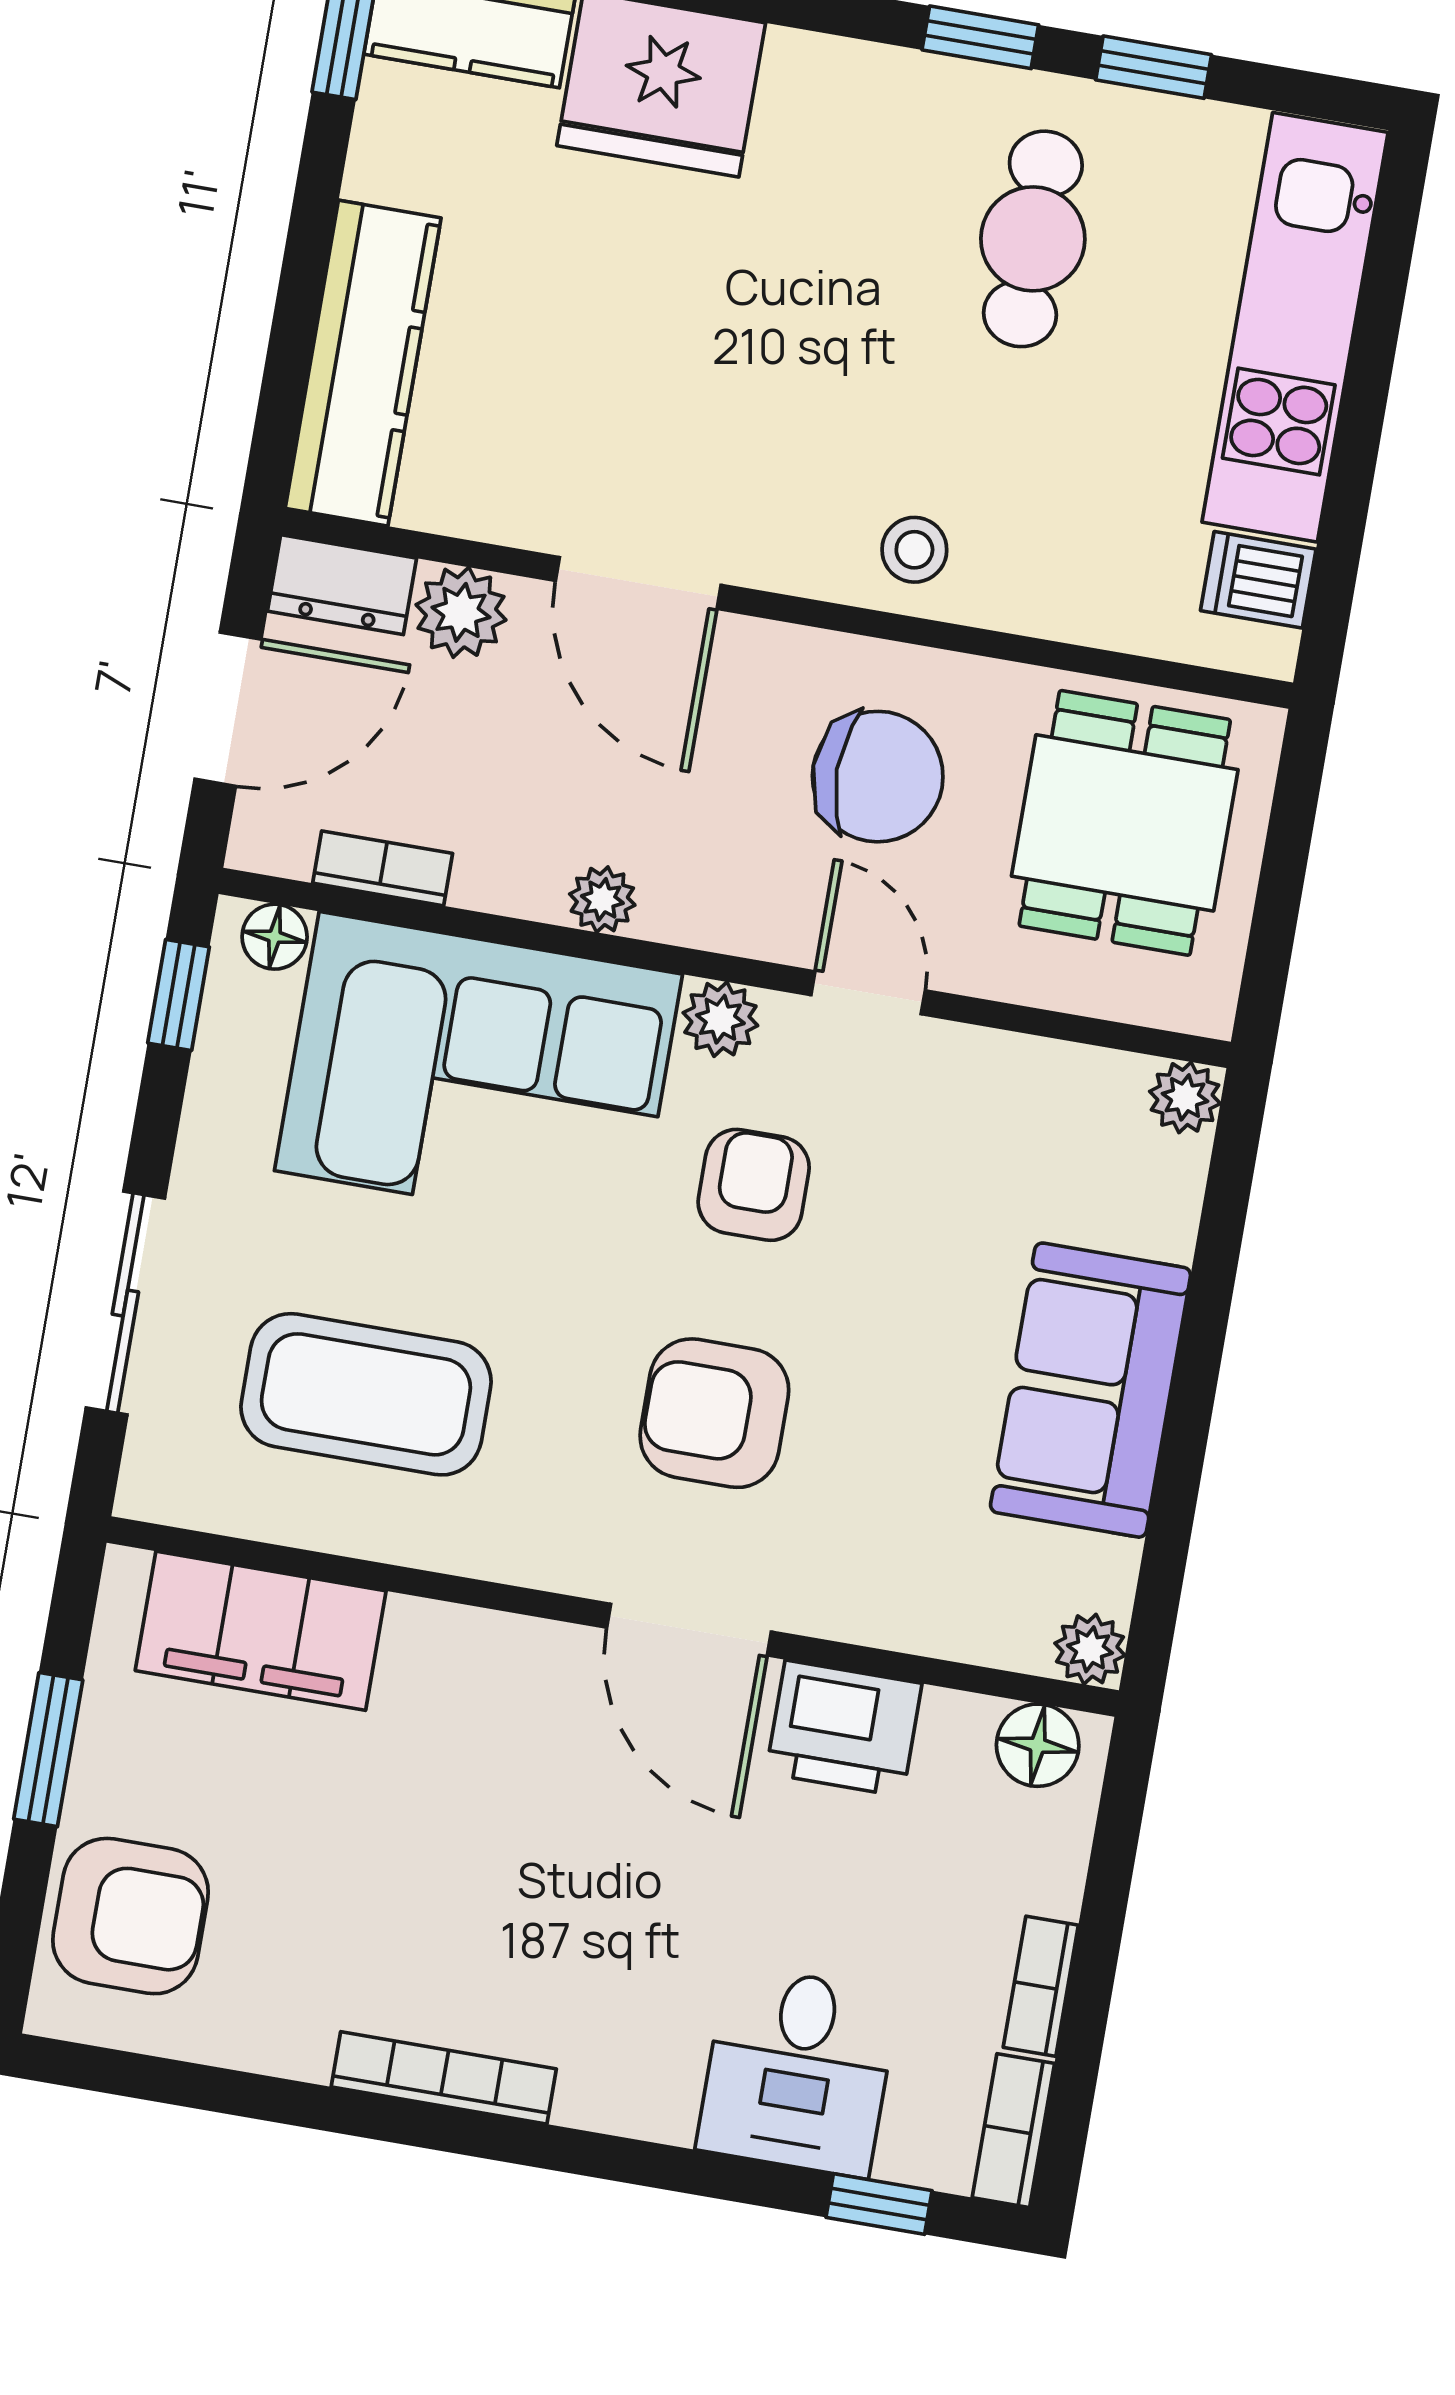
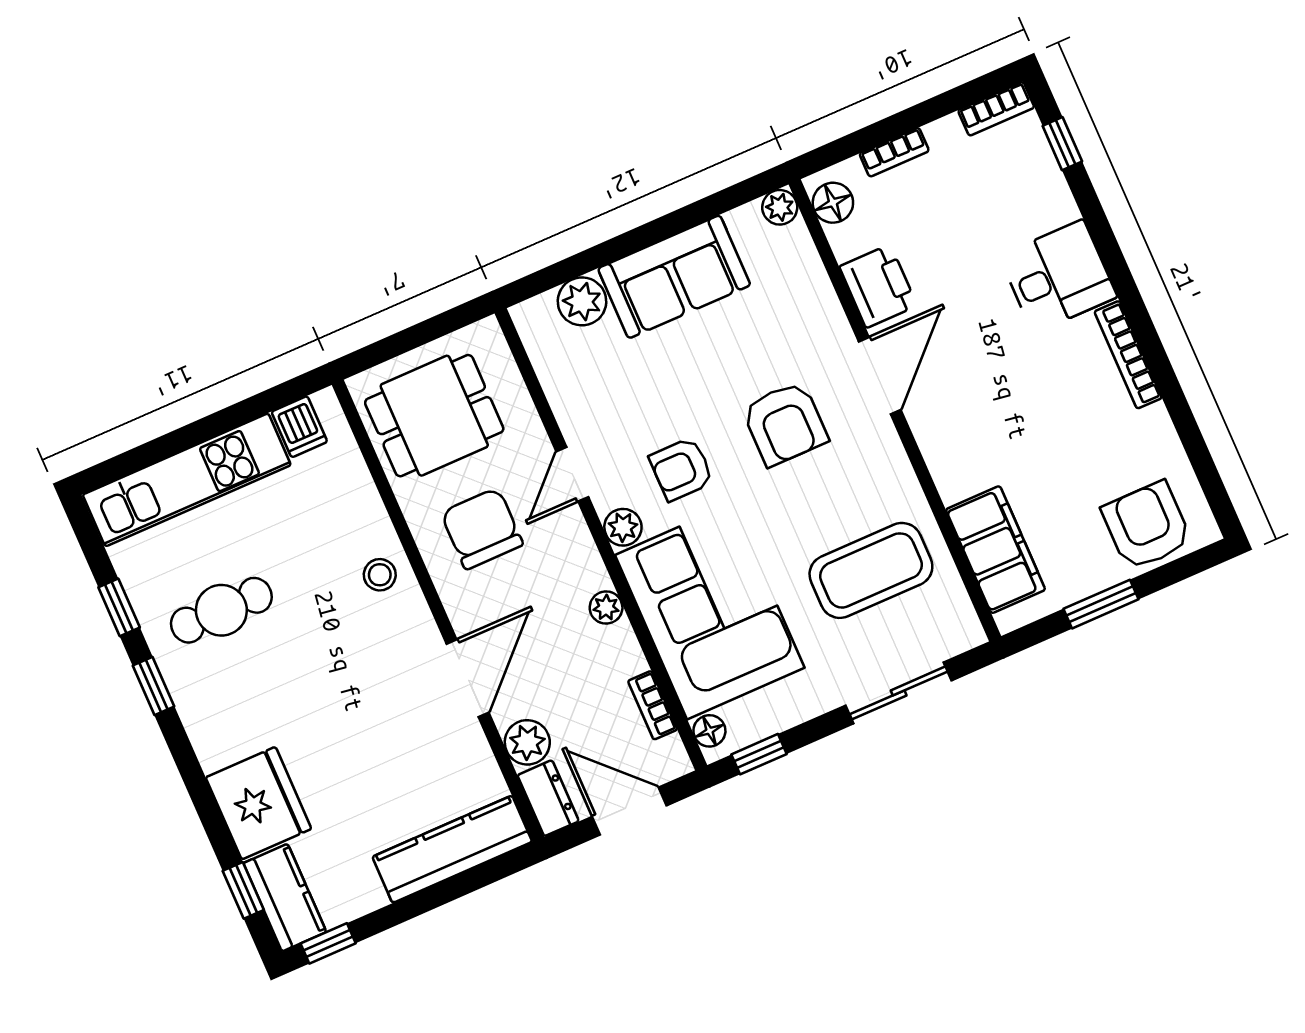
plant: (1185, 1097) -> (582, 301), moved, width x1.38, depth x1.38
coffee table: (366, 1394) -> (871, 570), turned 90
bookcase: (1041, 1986) -> (894, 152), moved
desk: (798, 2071) -> (1058, 276), moved

